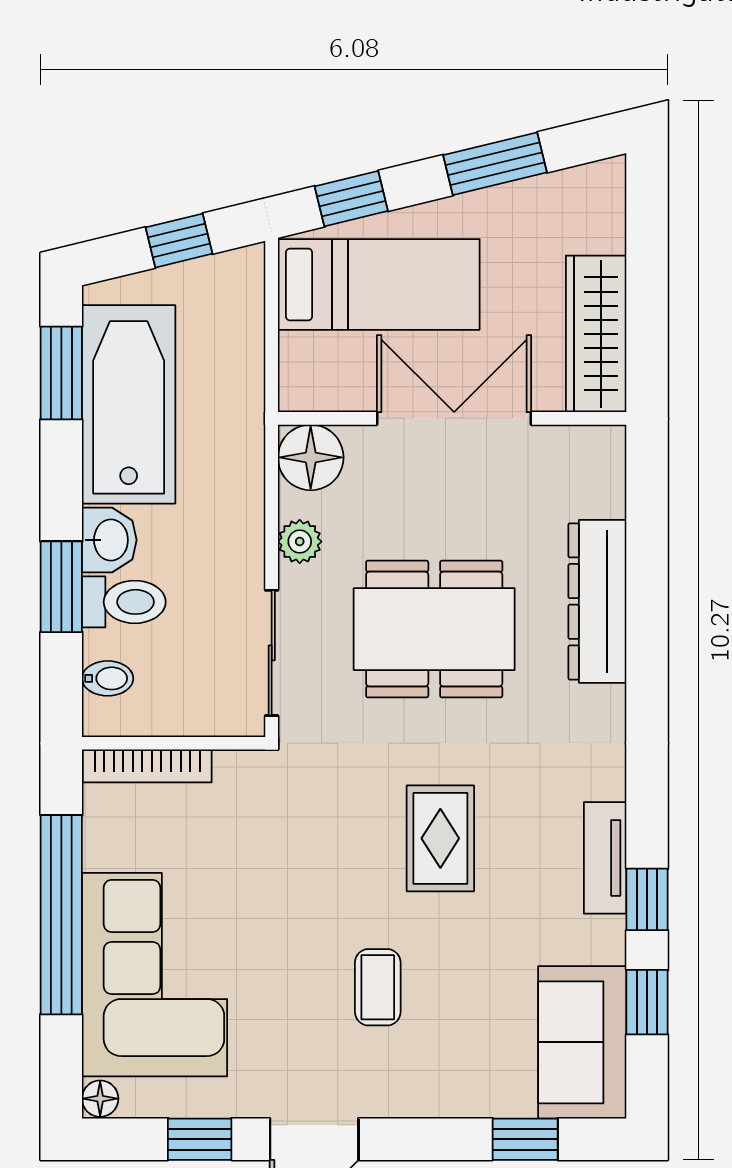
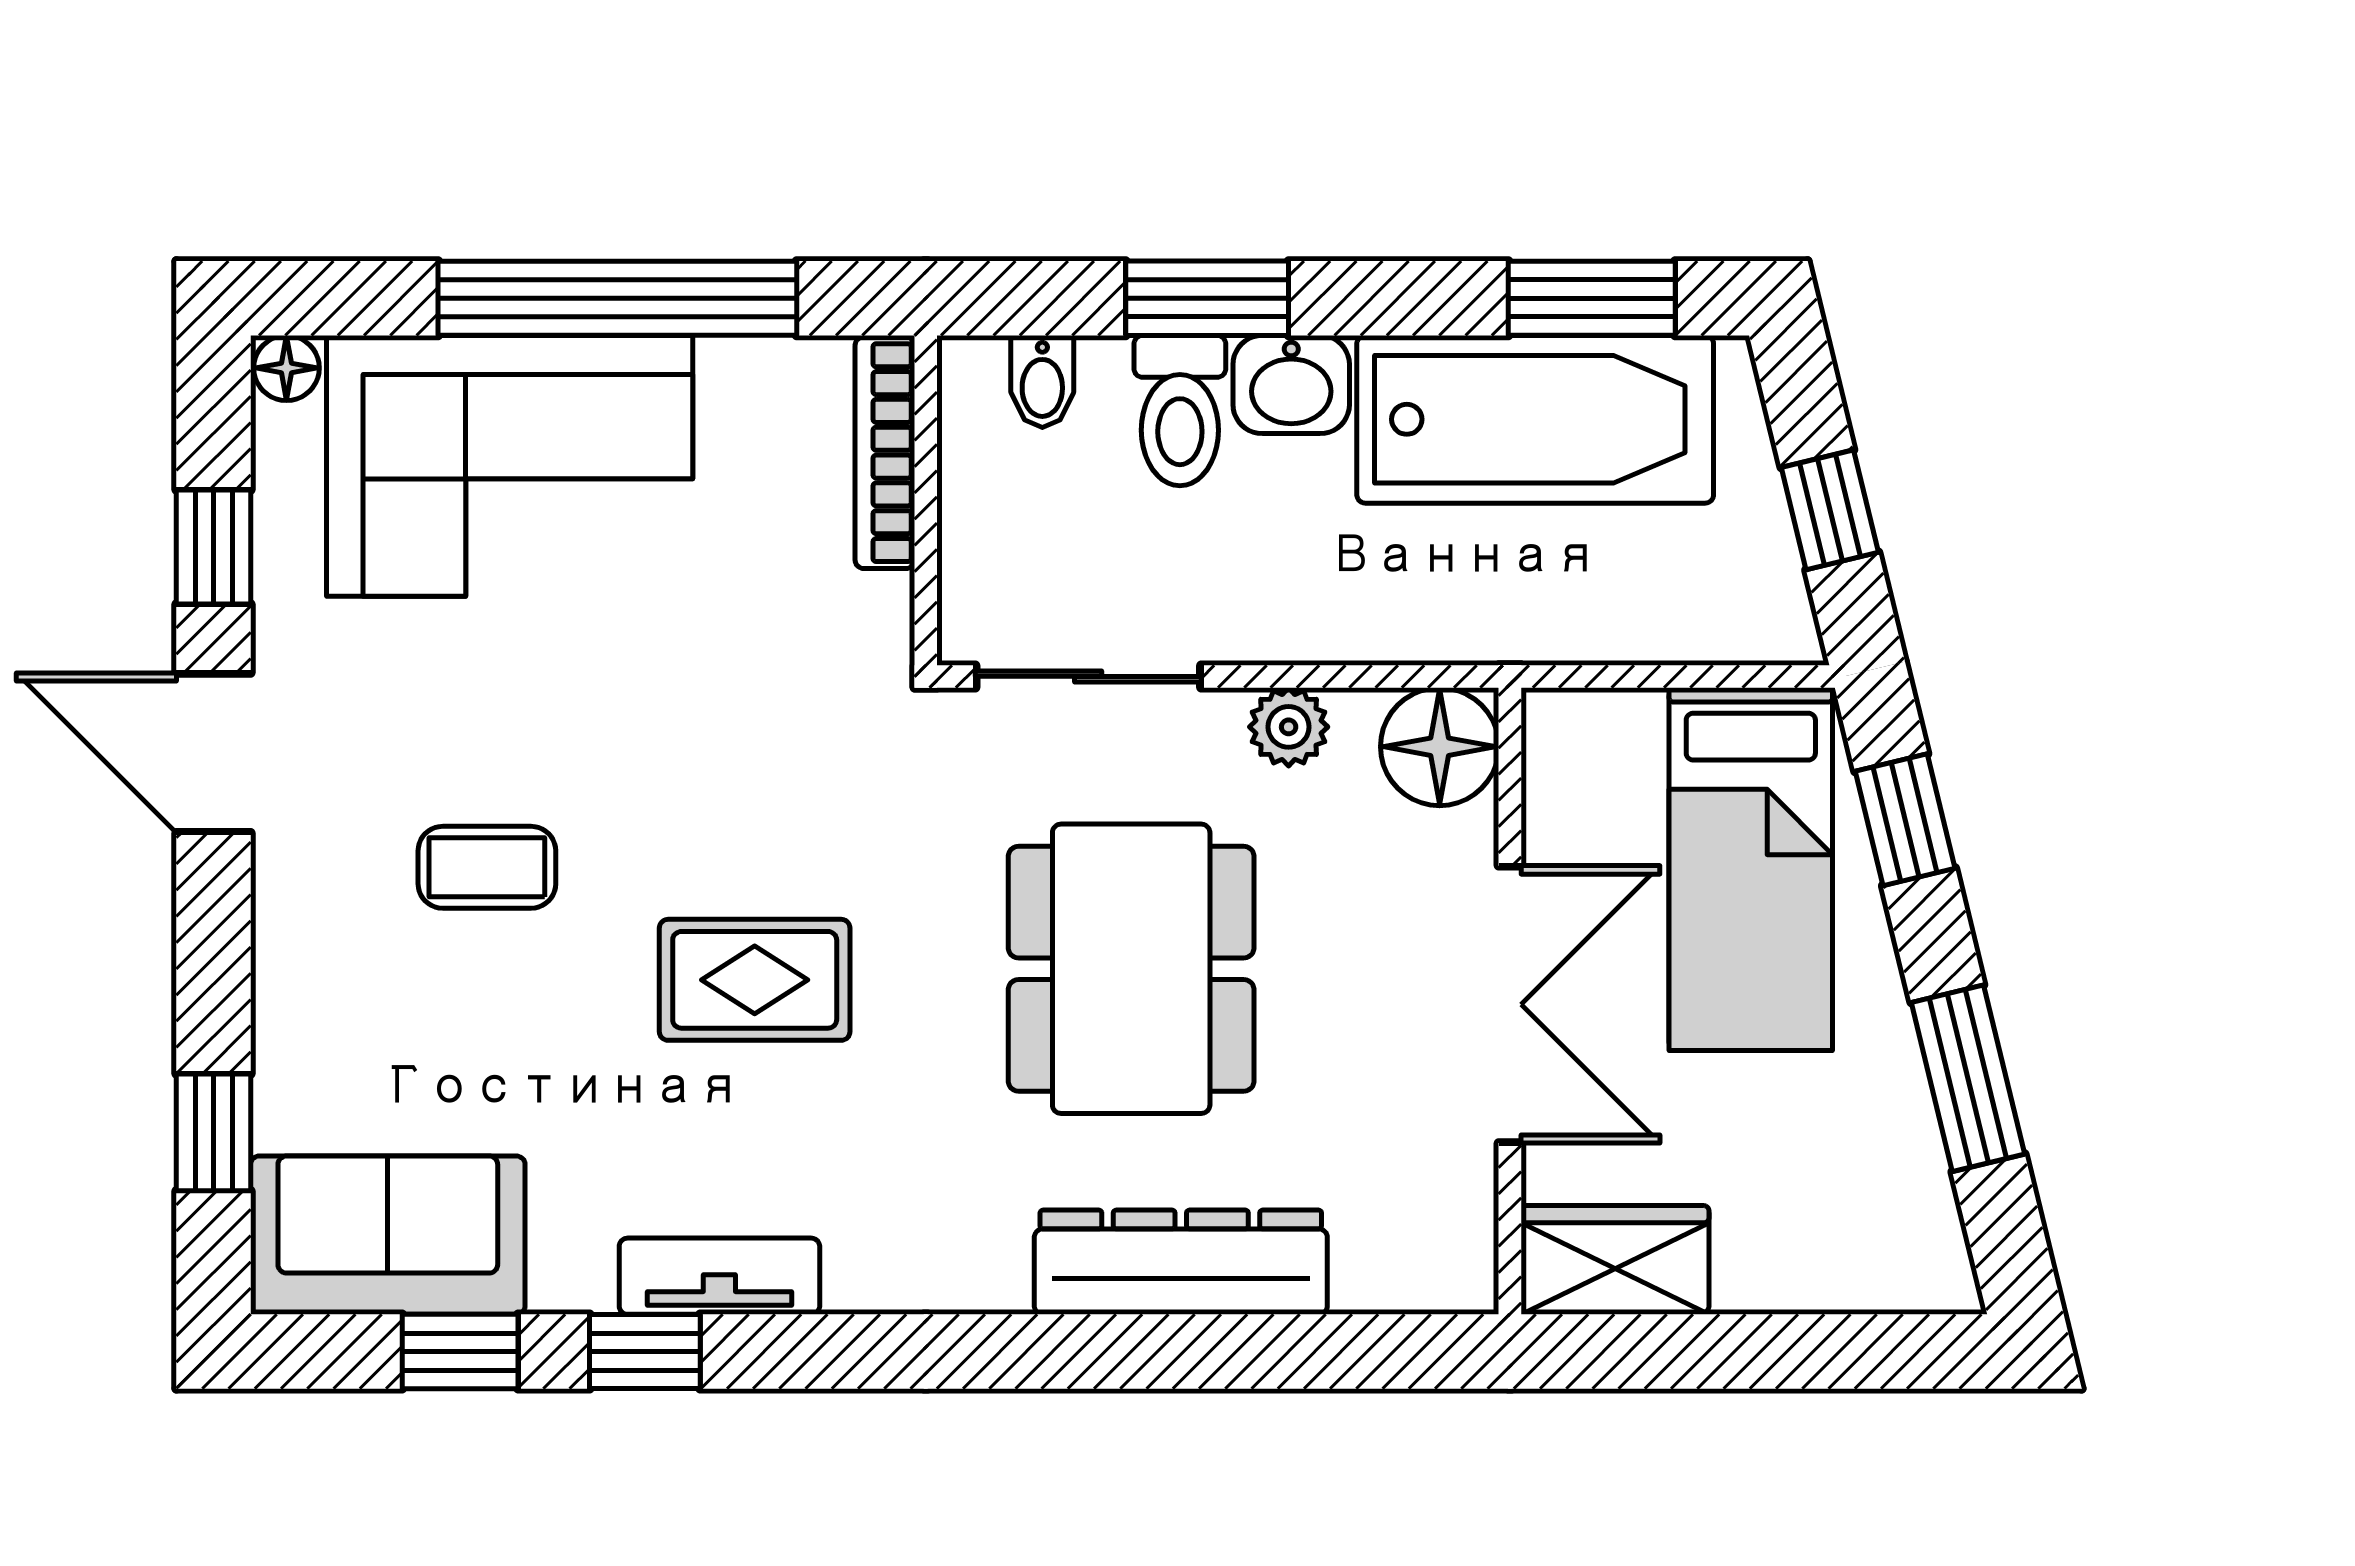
wardrobe: (596, 334) -> (1615, 1260), width x0.67

